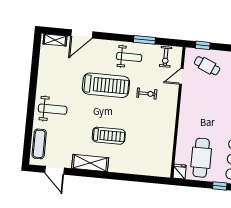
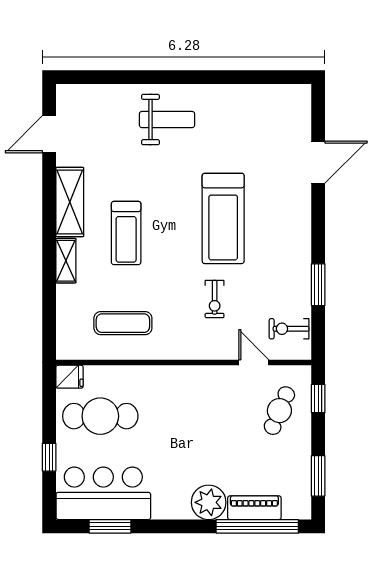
door: (82, 34) -> (318, 162), swing flipped
shelving: (55, 40) -> (66, 261), moved
weight bench: (129, 57) -> (282, 258), removed
weight bench: (53, 109) -> (167, 120), turned -90
exercise mat: (39, 144) -> (123, 323), moved

